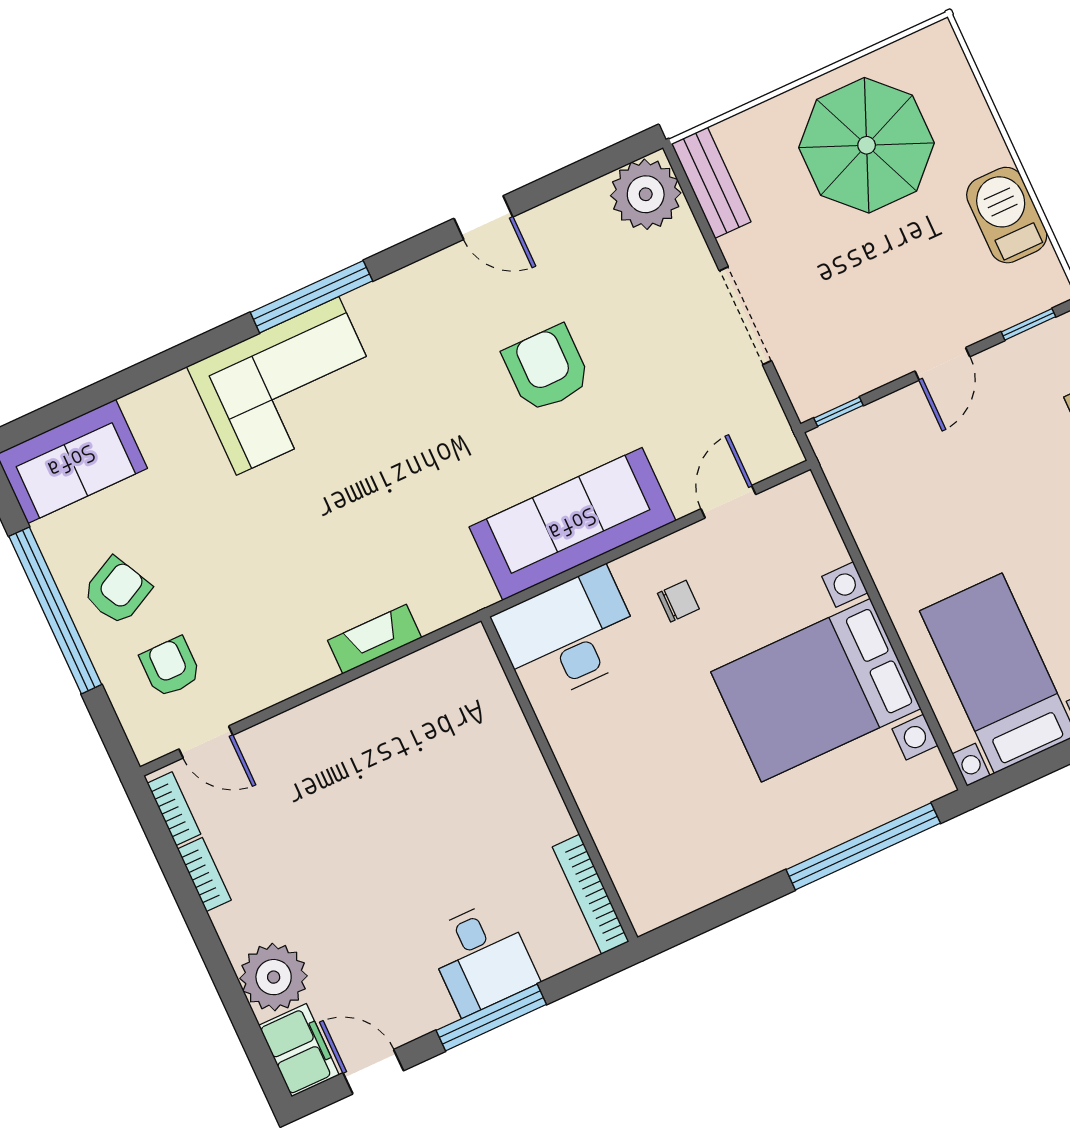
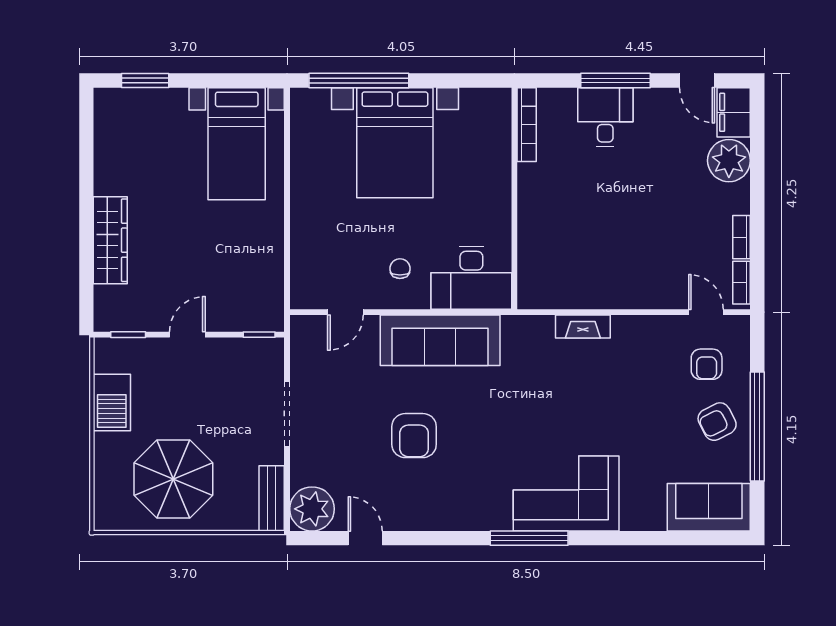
door: (483, 218) -> (365, 538), moved
chair: (678, 601) -> (400, 269), turned 90
bed with nightstands: (816, 690) -> (395, 143), moved, turned 90

